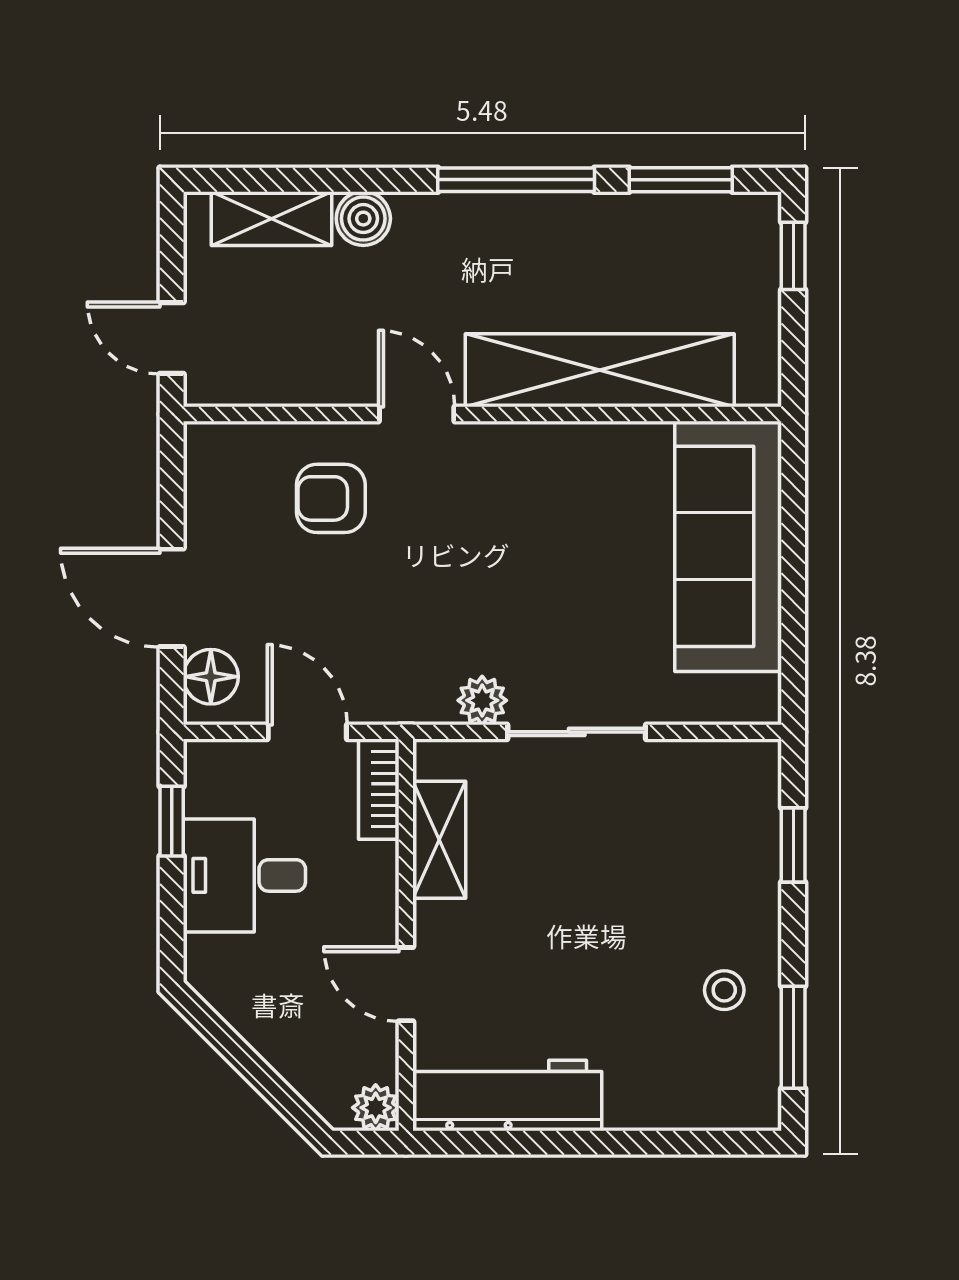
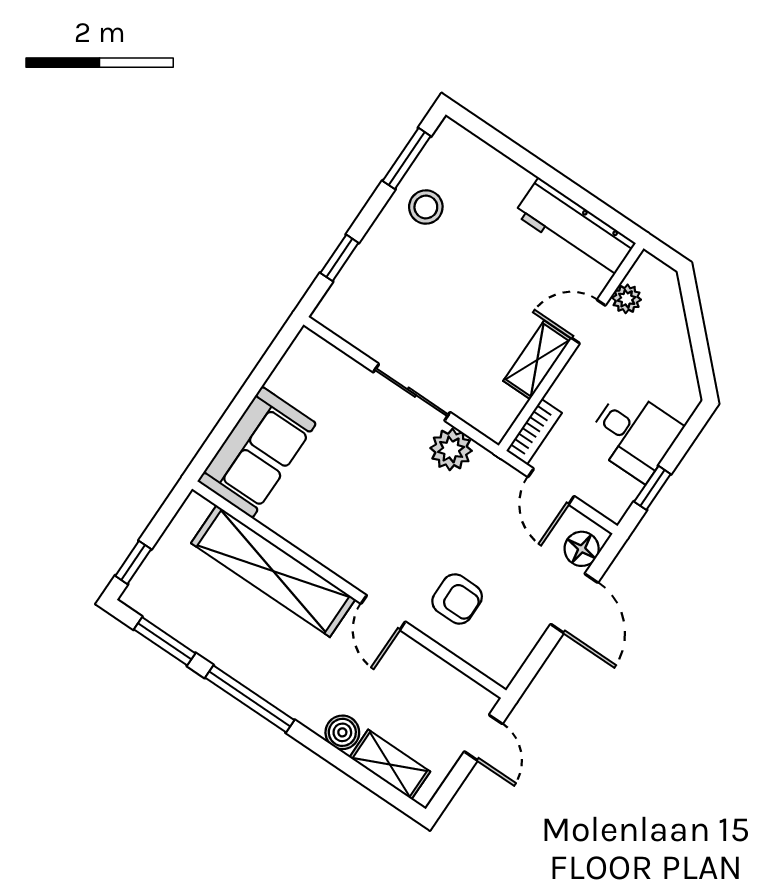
sofa: (728, 546) -> (257, 452), width x0.73
plant: (482, 700) -> (451, 449), width x1.38, depth x1.38
shelving: (439, 840) -> (537, 360), moved
door: (406, 984) -> (588, 322), swing flipped
stool: (724, 990) -> (426, 207), width x1.37, depth x1.37
plant: (376, 1108) -> (627, 299), moved

